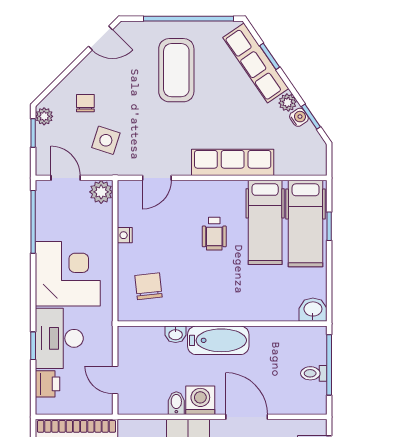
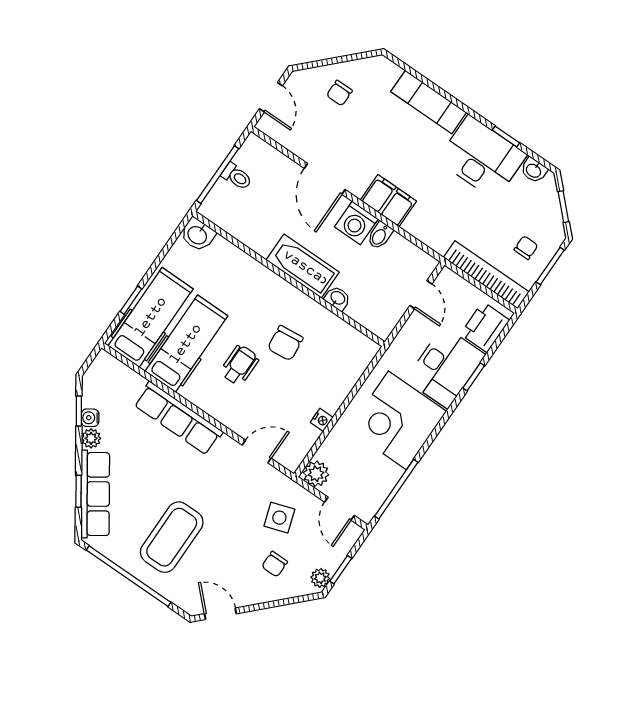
side table: (106, 140) -> (279, 518), turned -36
chair: (148, 286) -> (285, 343), moved
printer: (48, 384) -> (485, 327), width x1.36, depth x1.24

